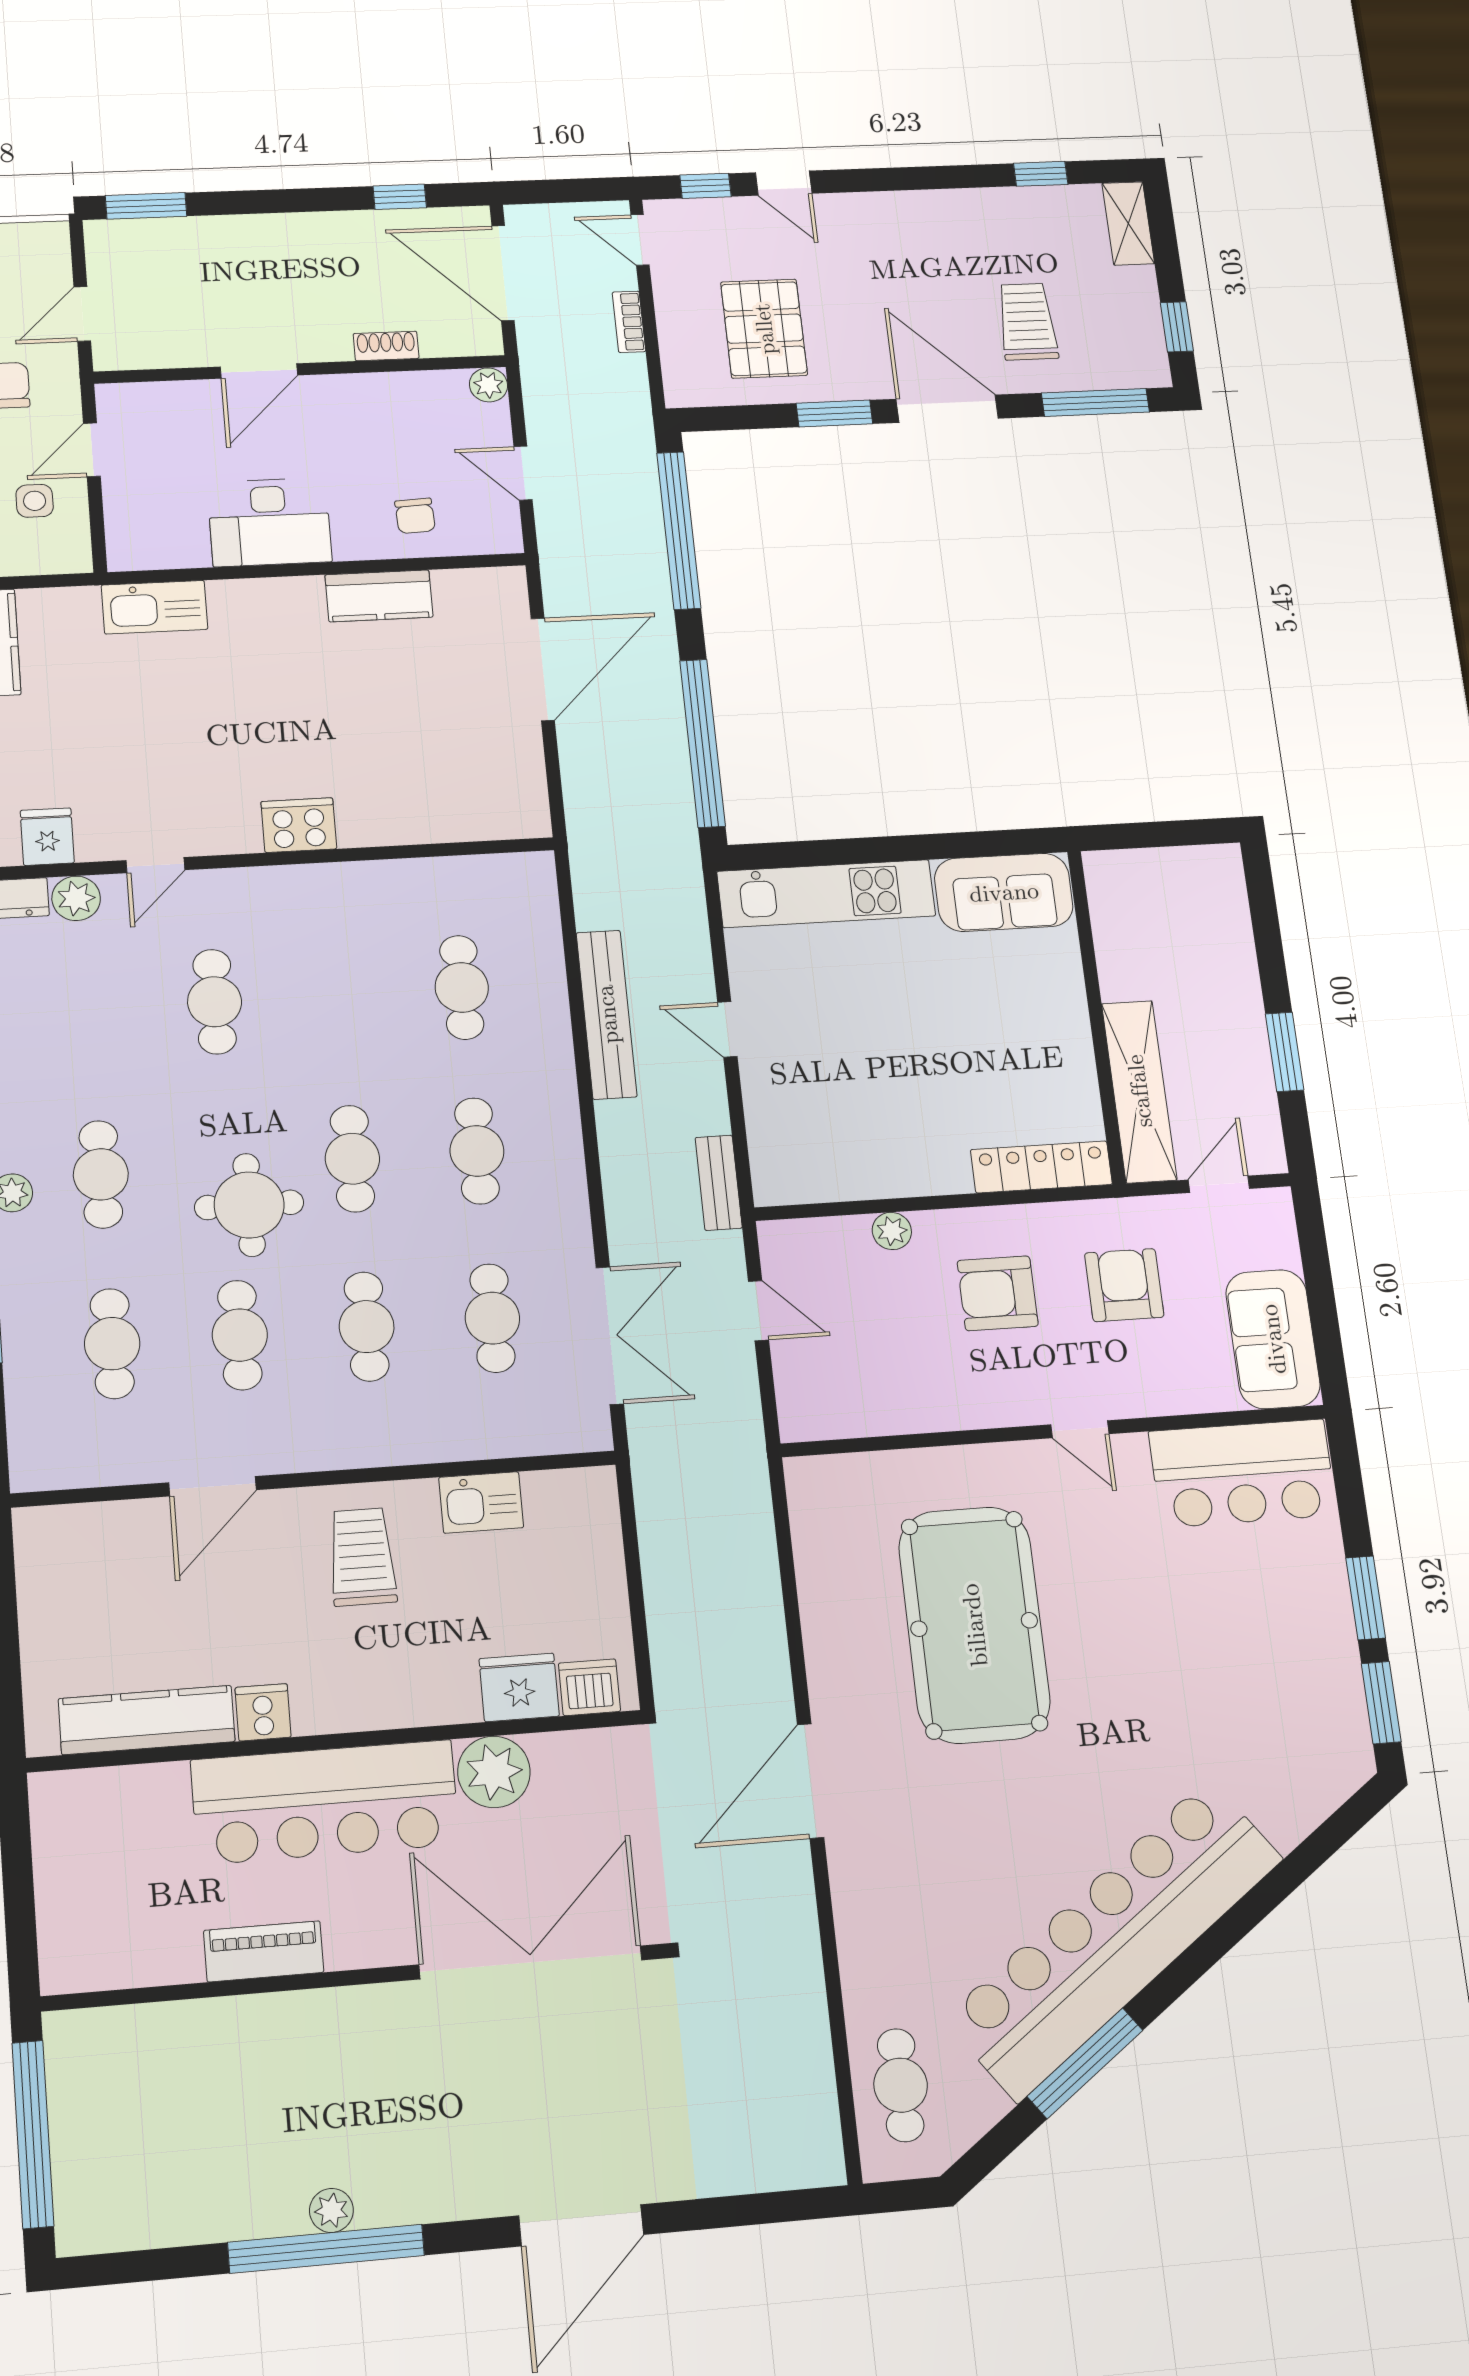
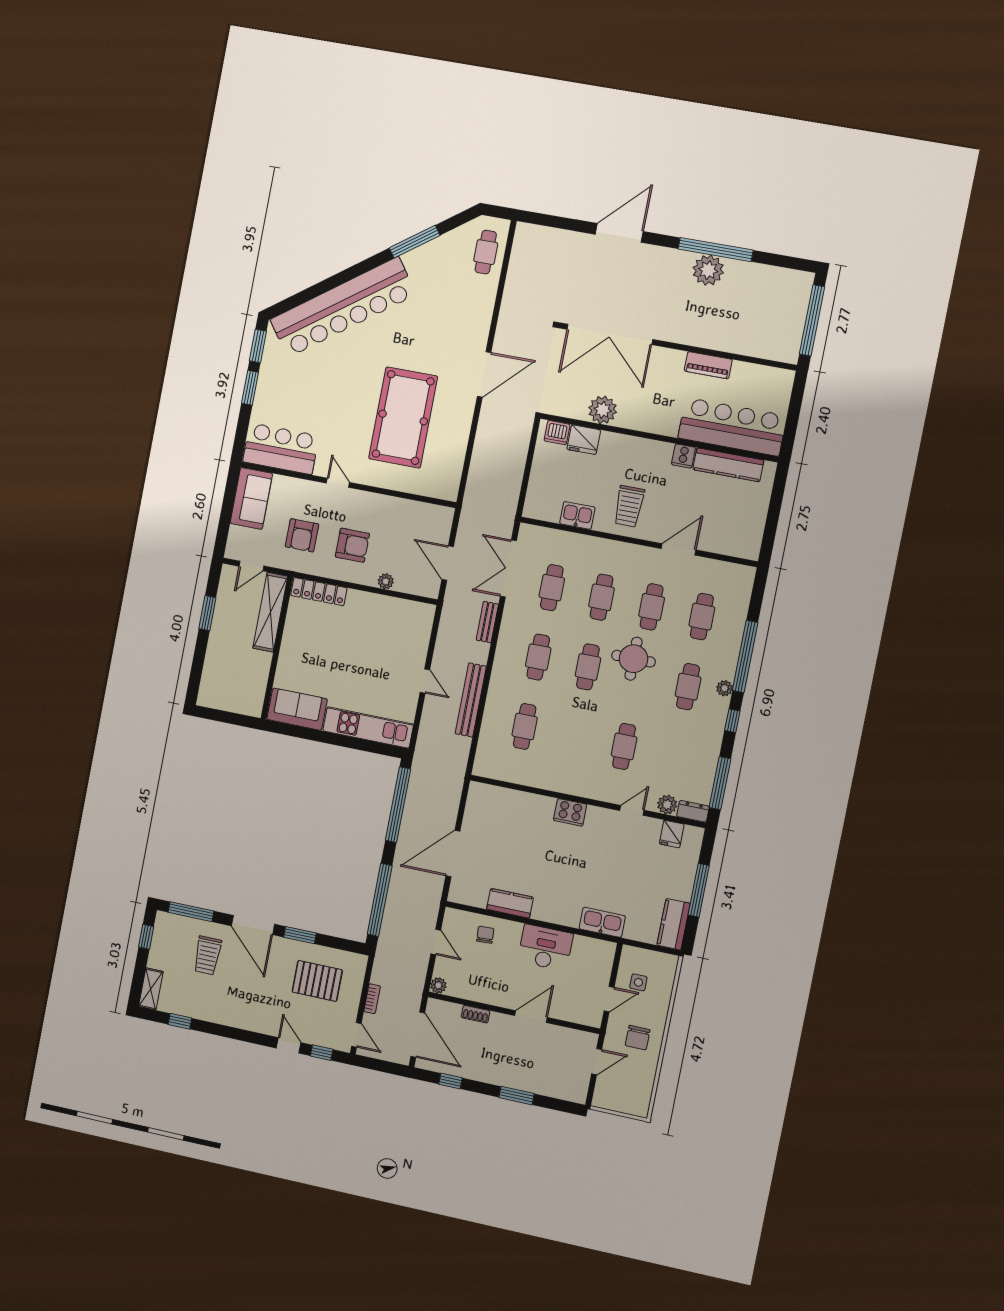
window: (146, 206) -> (516, 1096), moved
pallet: (764, 329) -> (317, 981), turned 90
bench: (719, 1183) -> (487, 622), moved
door: (758, 1311) -> (448, 563), width x1.37
bar counter: (325, 1802) -> (732, 427), moved
bar counter: (1114, 1938) -> (343, 307), moved
plant: (331, 2210) -> (708, 270), width x1.88, depth x1.88

